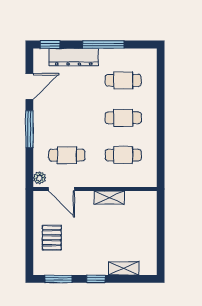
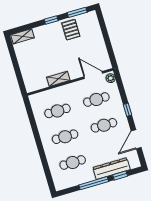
window: (50, 45) -> (120, 175), moved
cafe table: (67, 118) -> (104, 125), added
window: (29, 129) -> (127, 110), width x0.46
pallet: (52, 238) -> (71, 30), moved
shelving: (124, 268) -> (23, 36), moved

